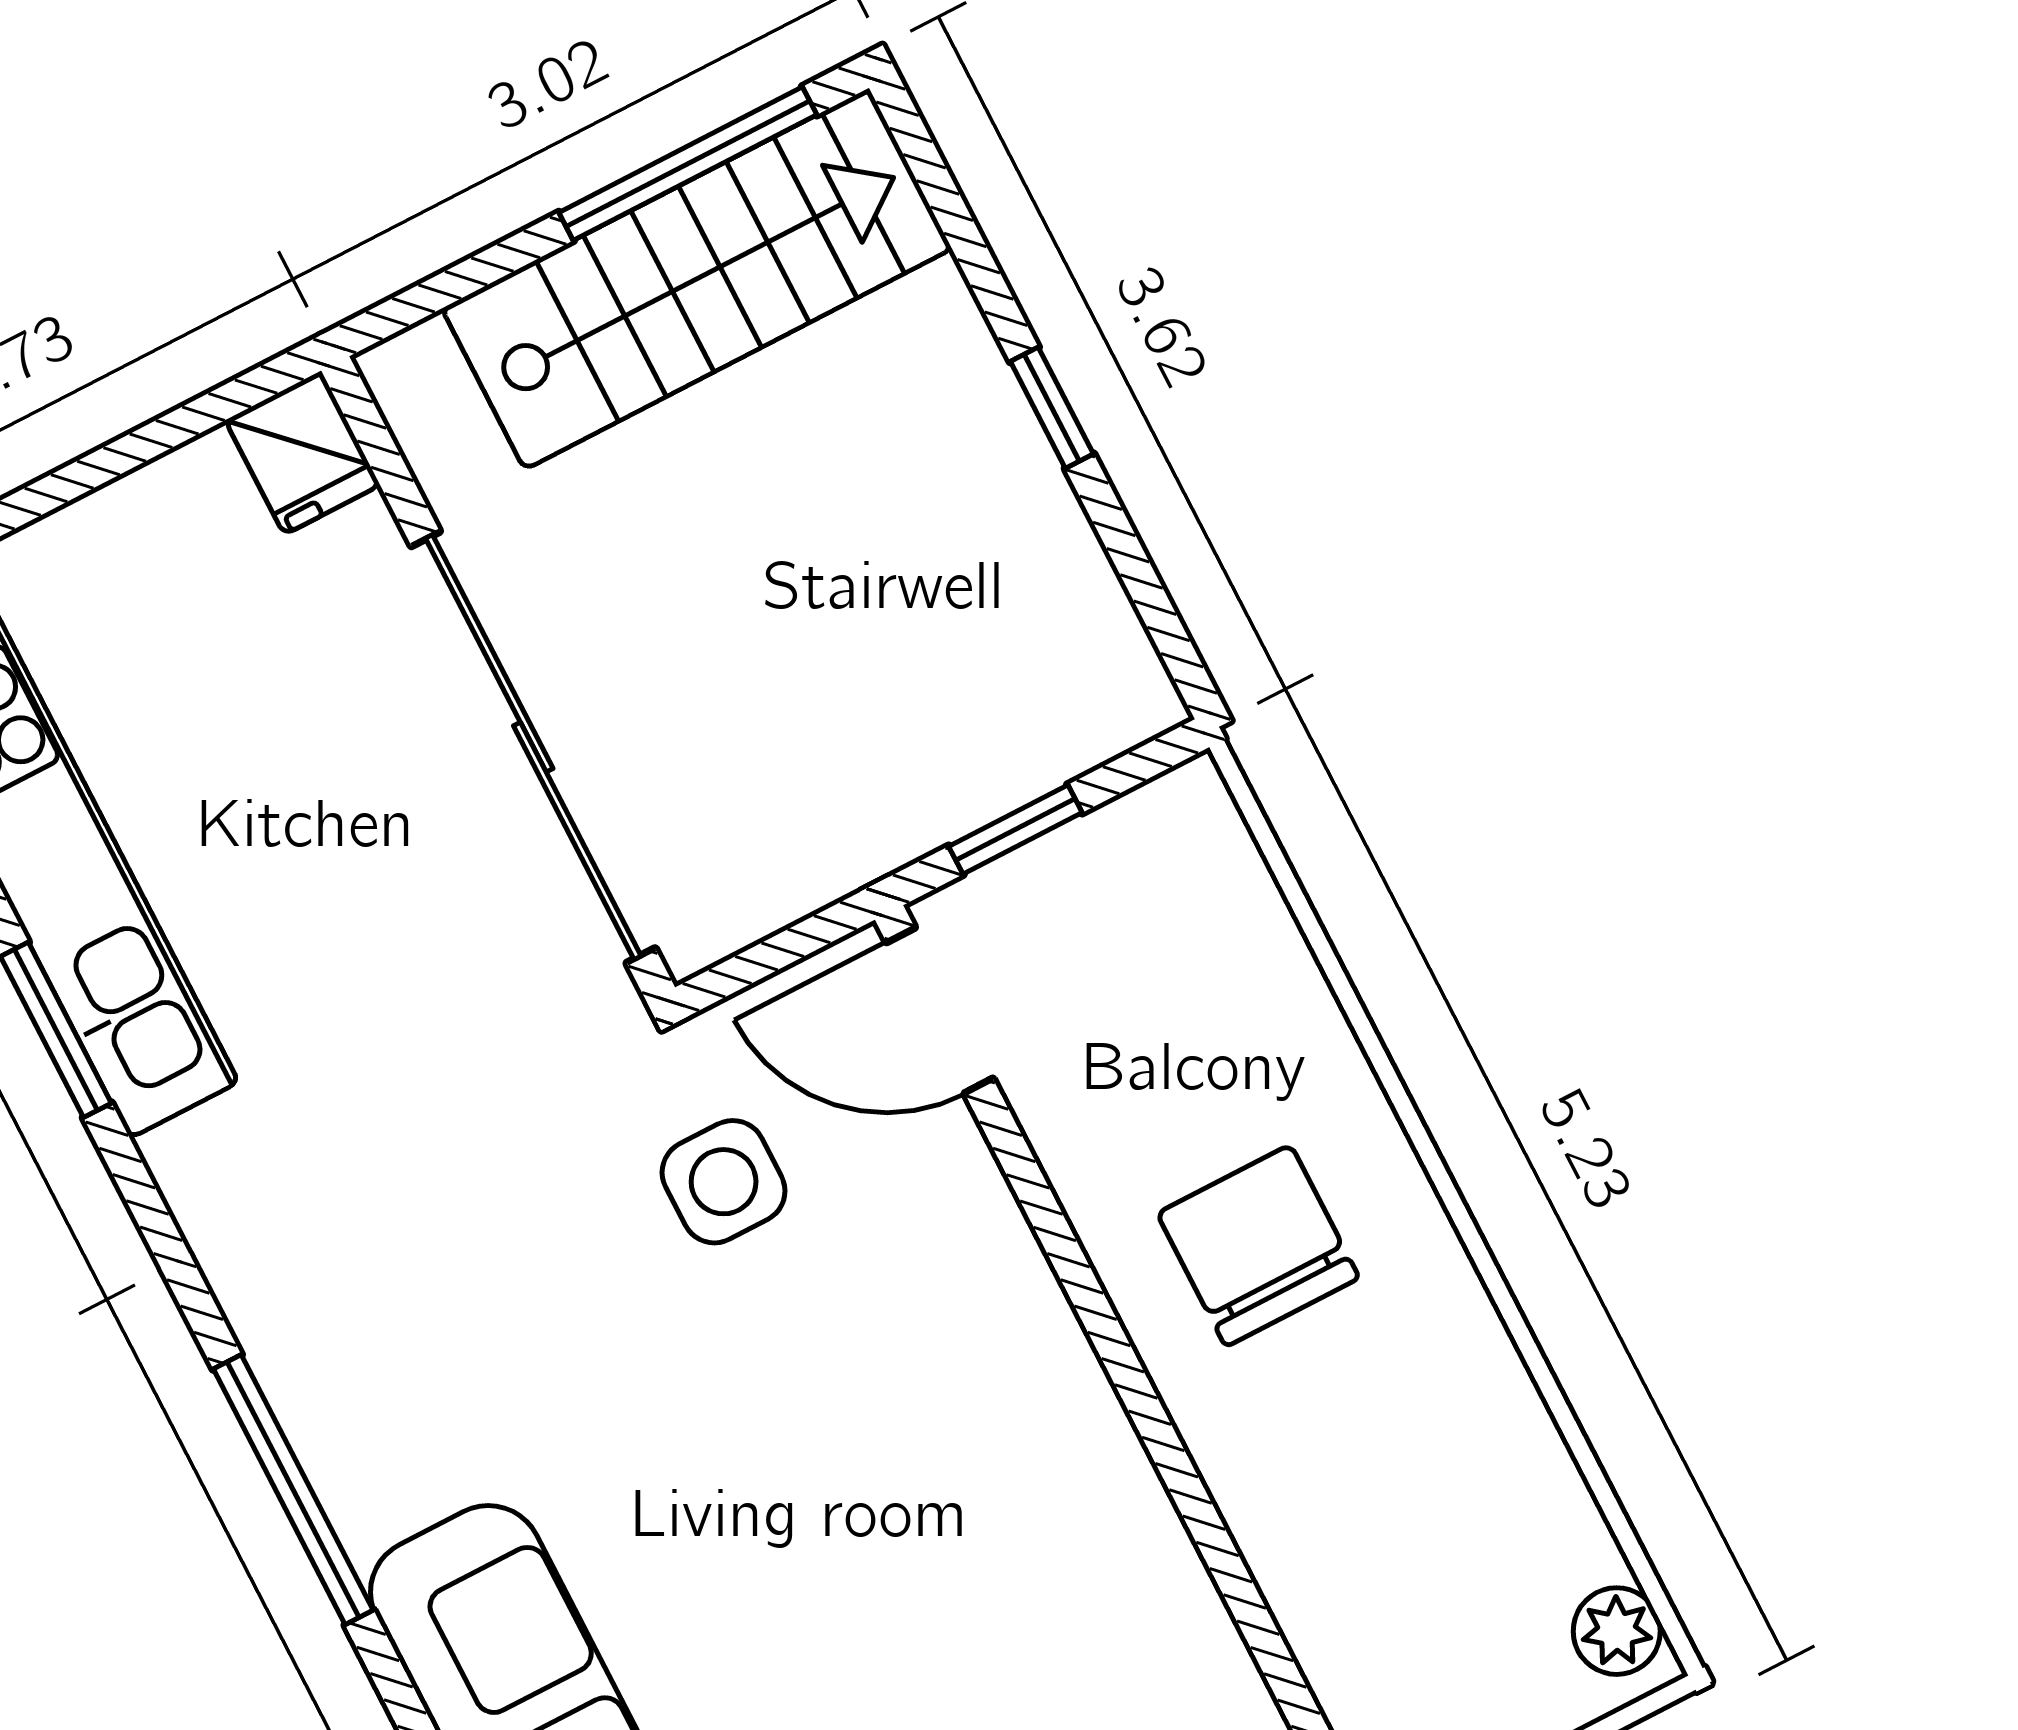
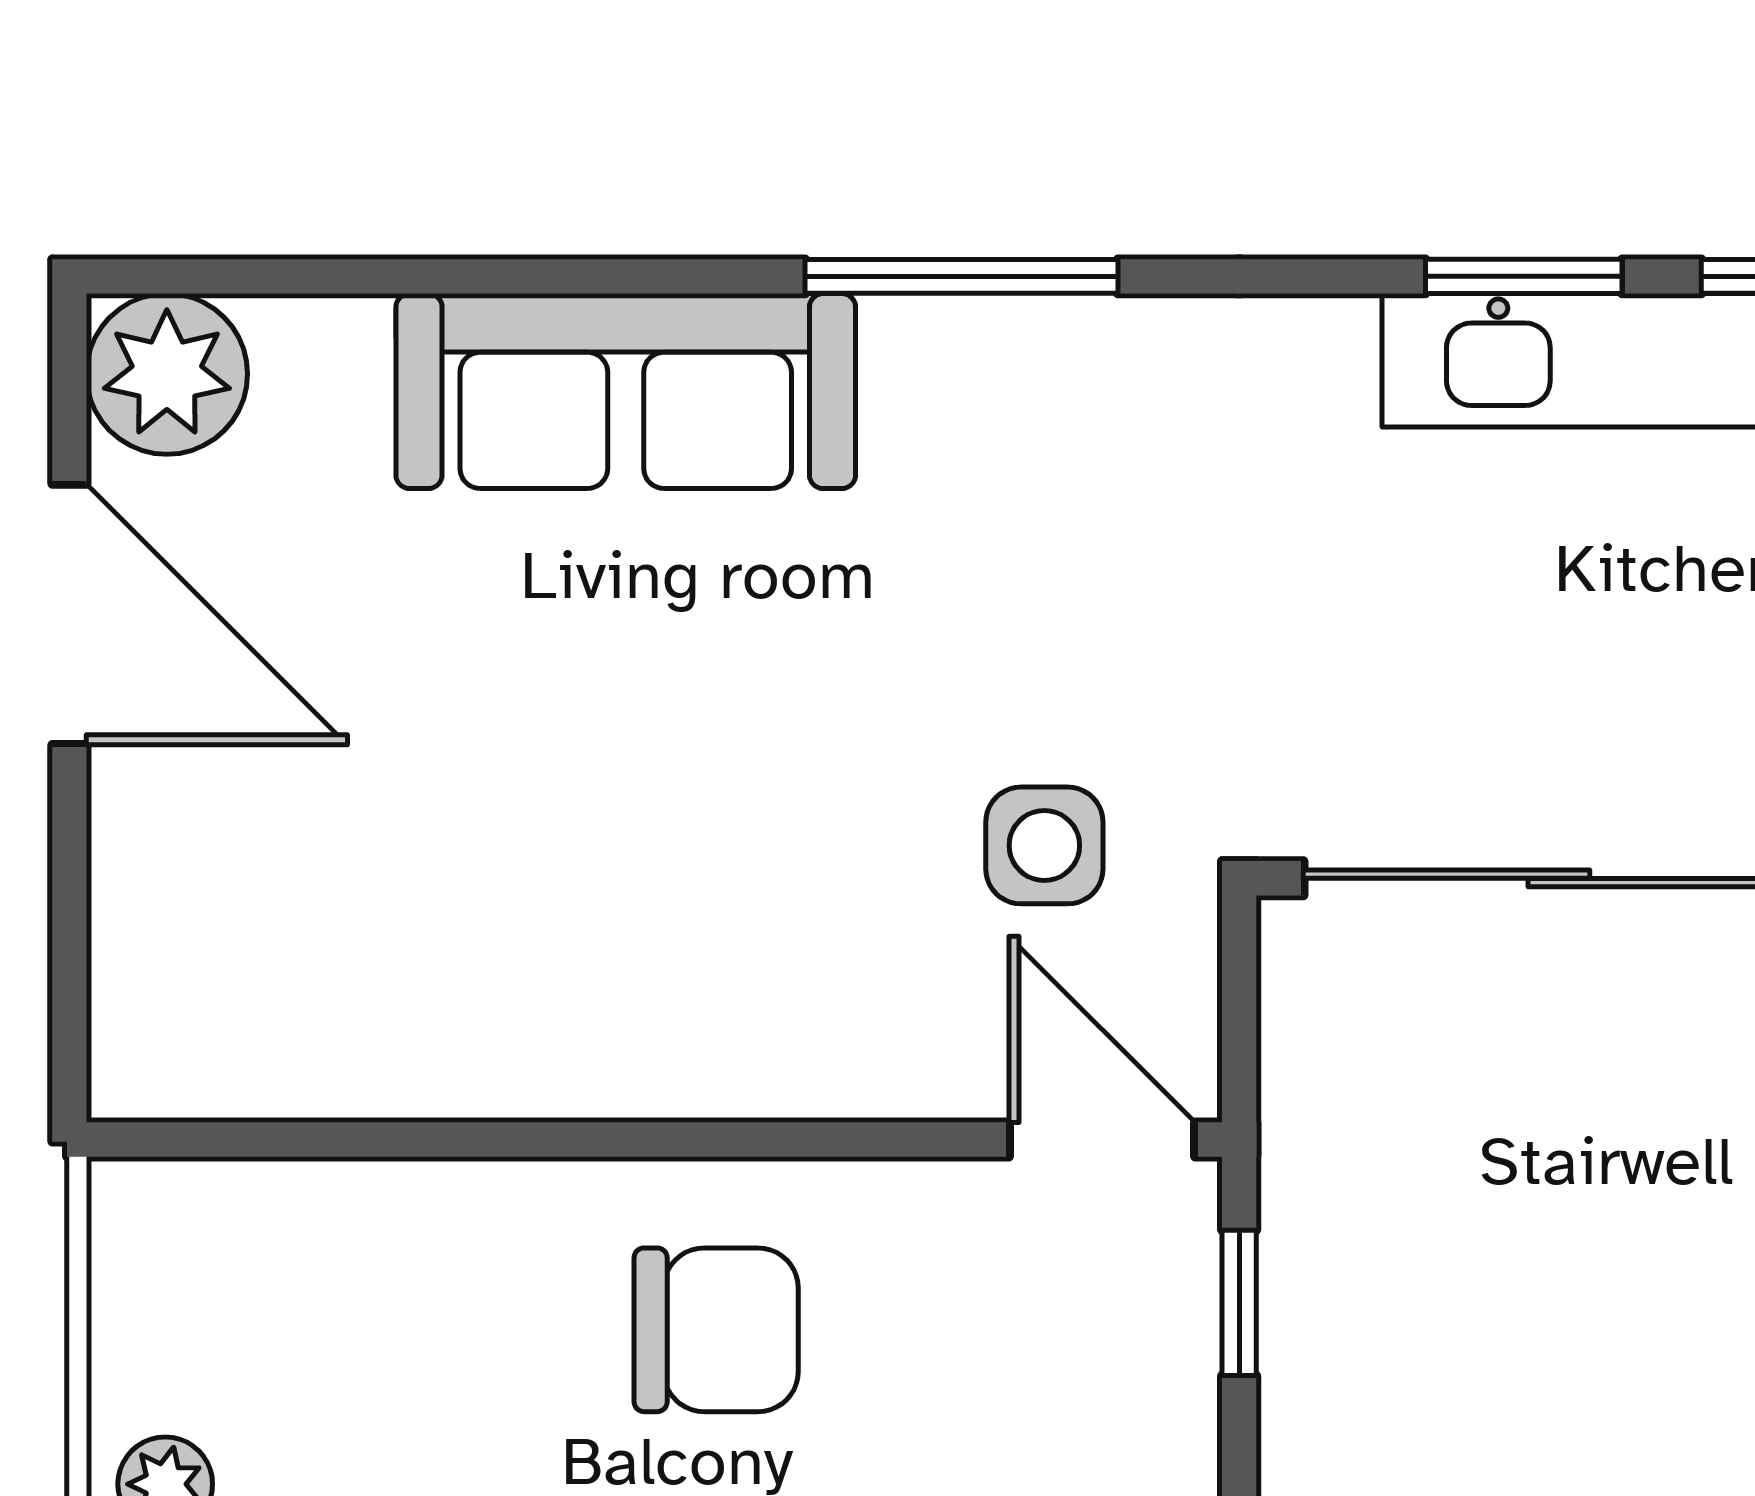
door: (940, 1011) -> (1102, 1139), hinge flipped

